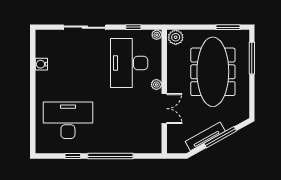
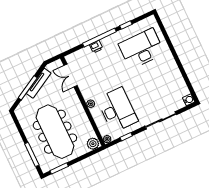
water cooler: (41, 64) -> (189, 100), moved
double door: (164, 109) -> (71, 75), moved
desk: (68, 120) -> (141, 49), turned 180
printer: (119, 147) -> (96, 47), added

